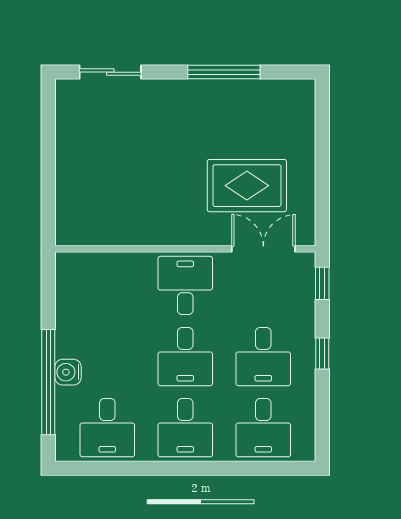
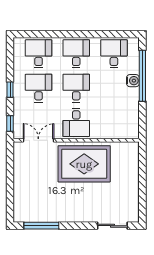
window: (224, 72) -> (41, 226), moved
rug: (247, 186) -> (84, 164), moved, width x1.37, depth x1.44
double door: (263, 249) -> (38, 140), swing flipped

